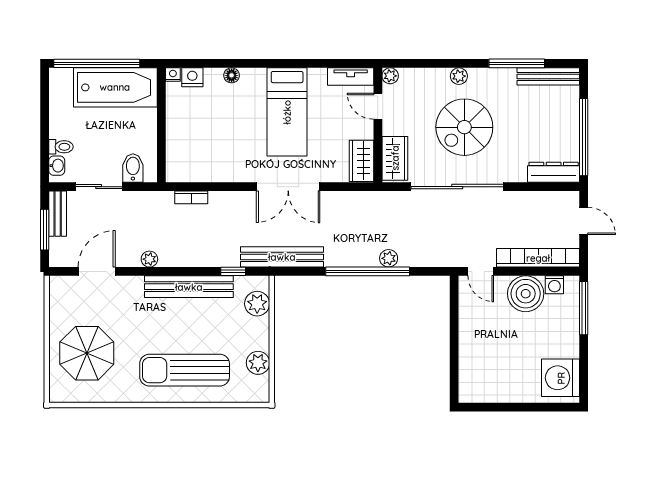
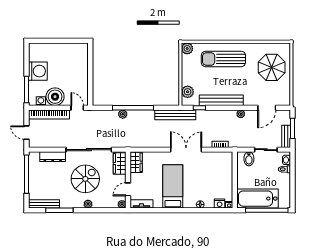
door: (378, 106) -> (128, 189), swing flipped
dresser: (554, 172) -> (53, 157), moved
double door: (288, 187) -> (186, 150), moved
plant: (258, 363) -> (187, 49), moved
sun lounger: (185, 370) -> (223, 59), turned 180
washing machine: (561, 378) -> (38, 71), moved

